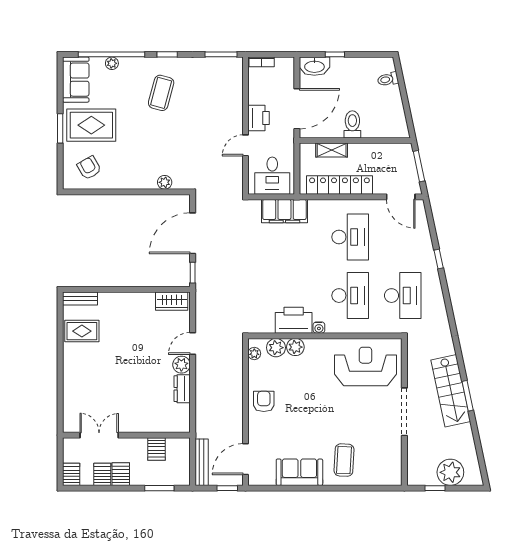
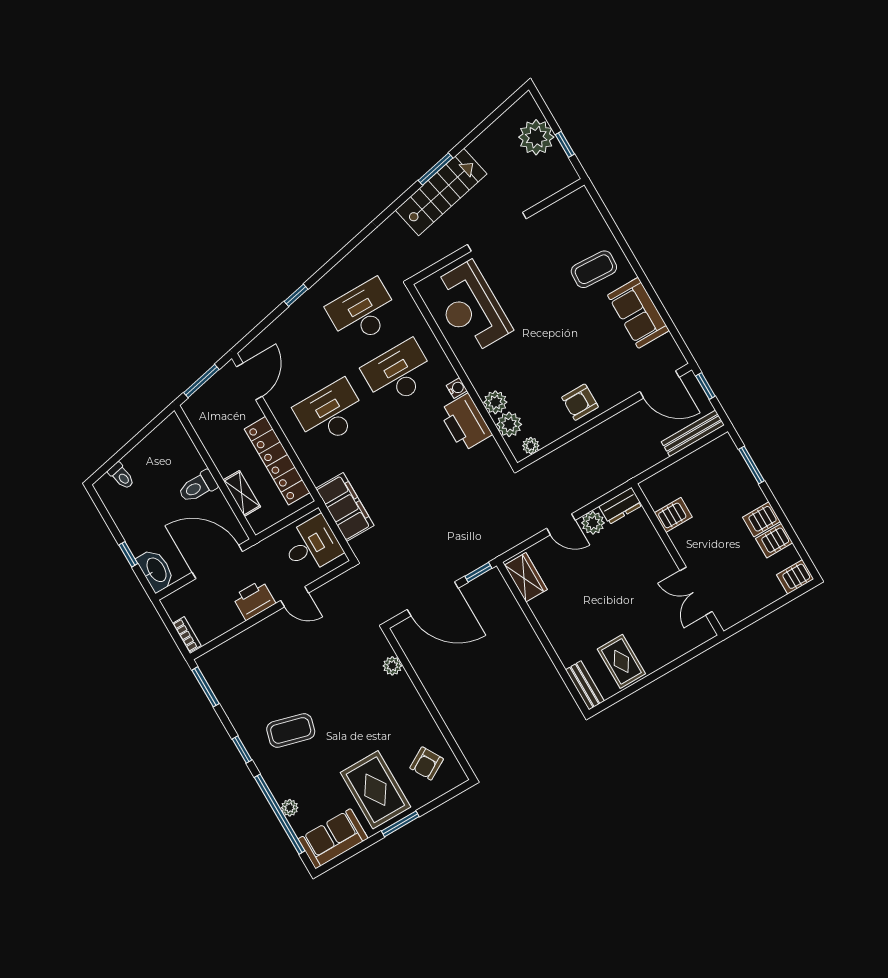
double door: (99, 435) -> (696, 591), moved
wall: (126, 435) -> (678, 559), moved
server rack: (157, 449) -> (673, 515), moved

